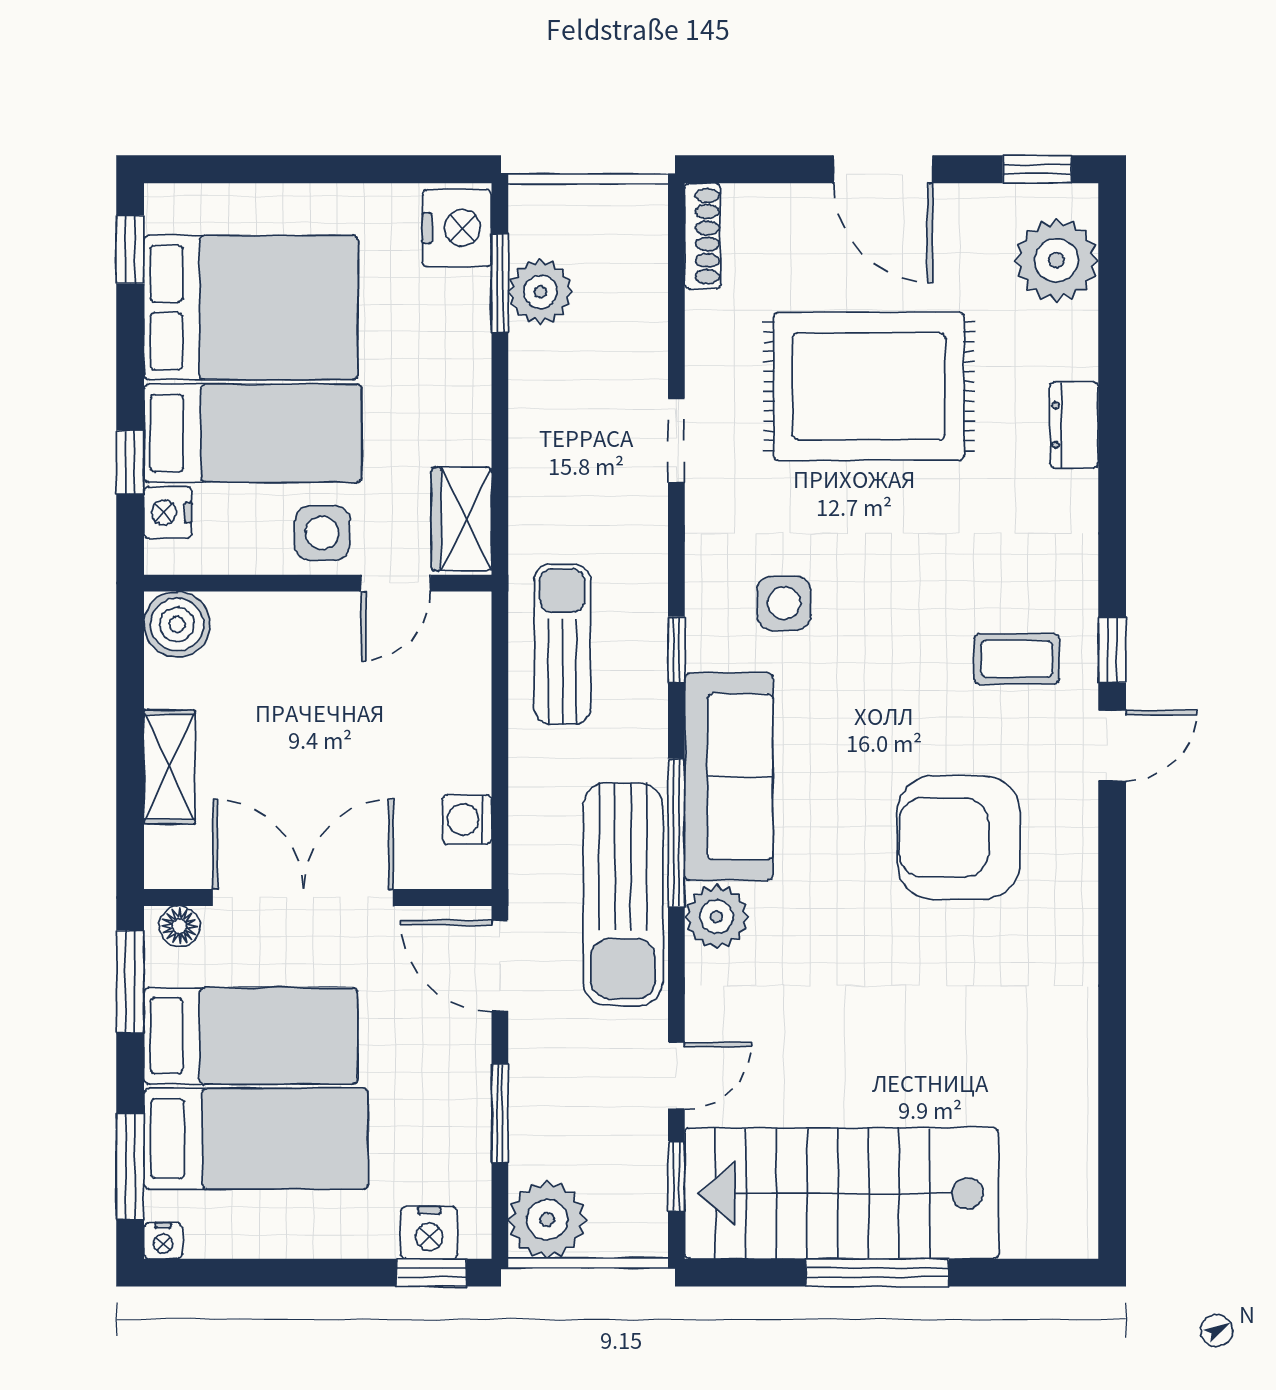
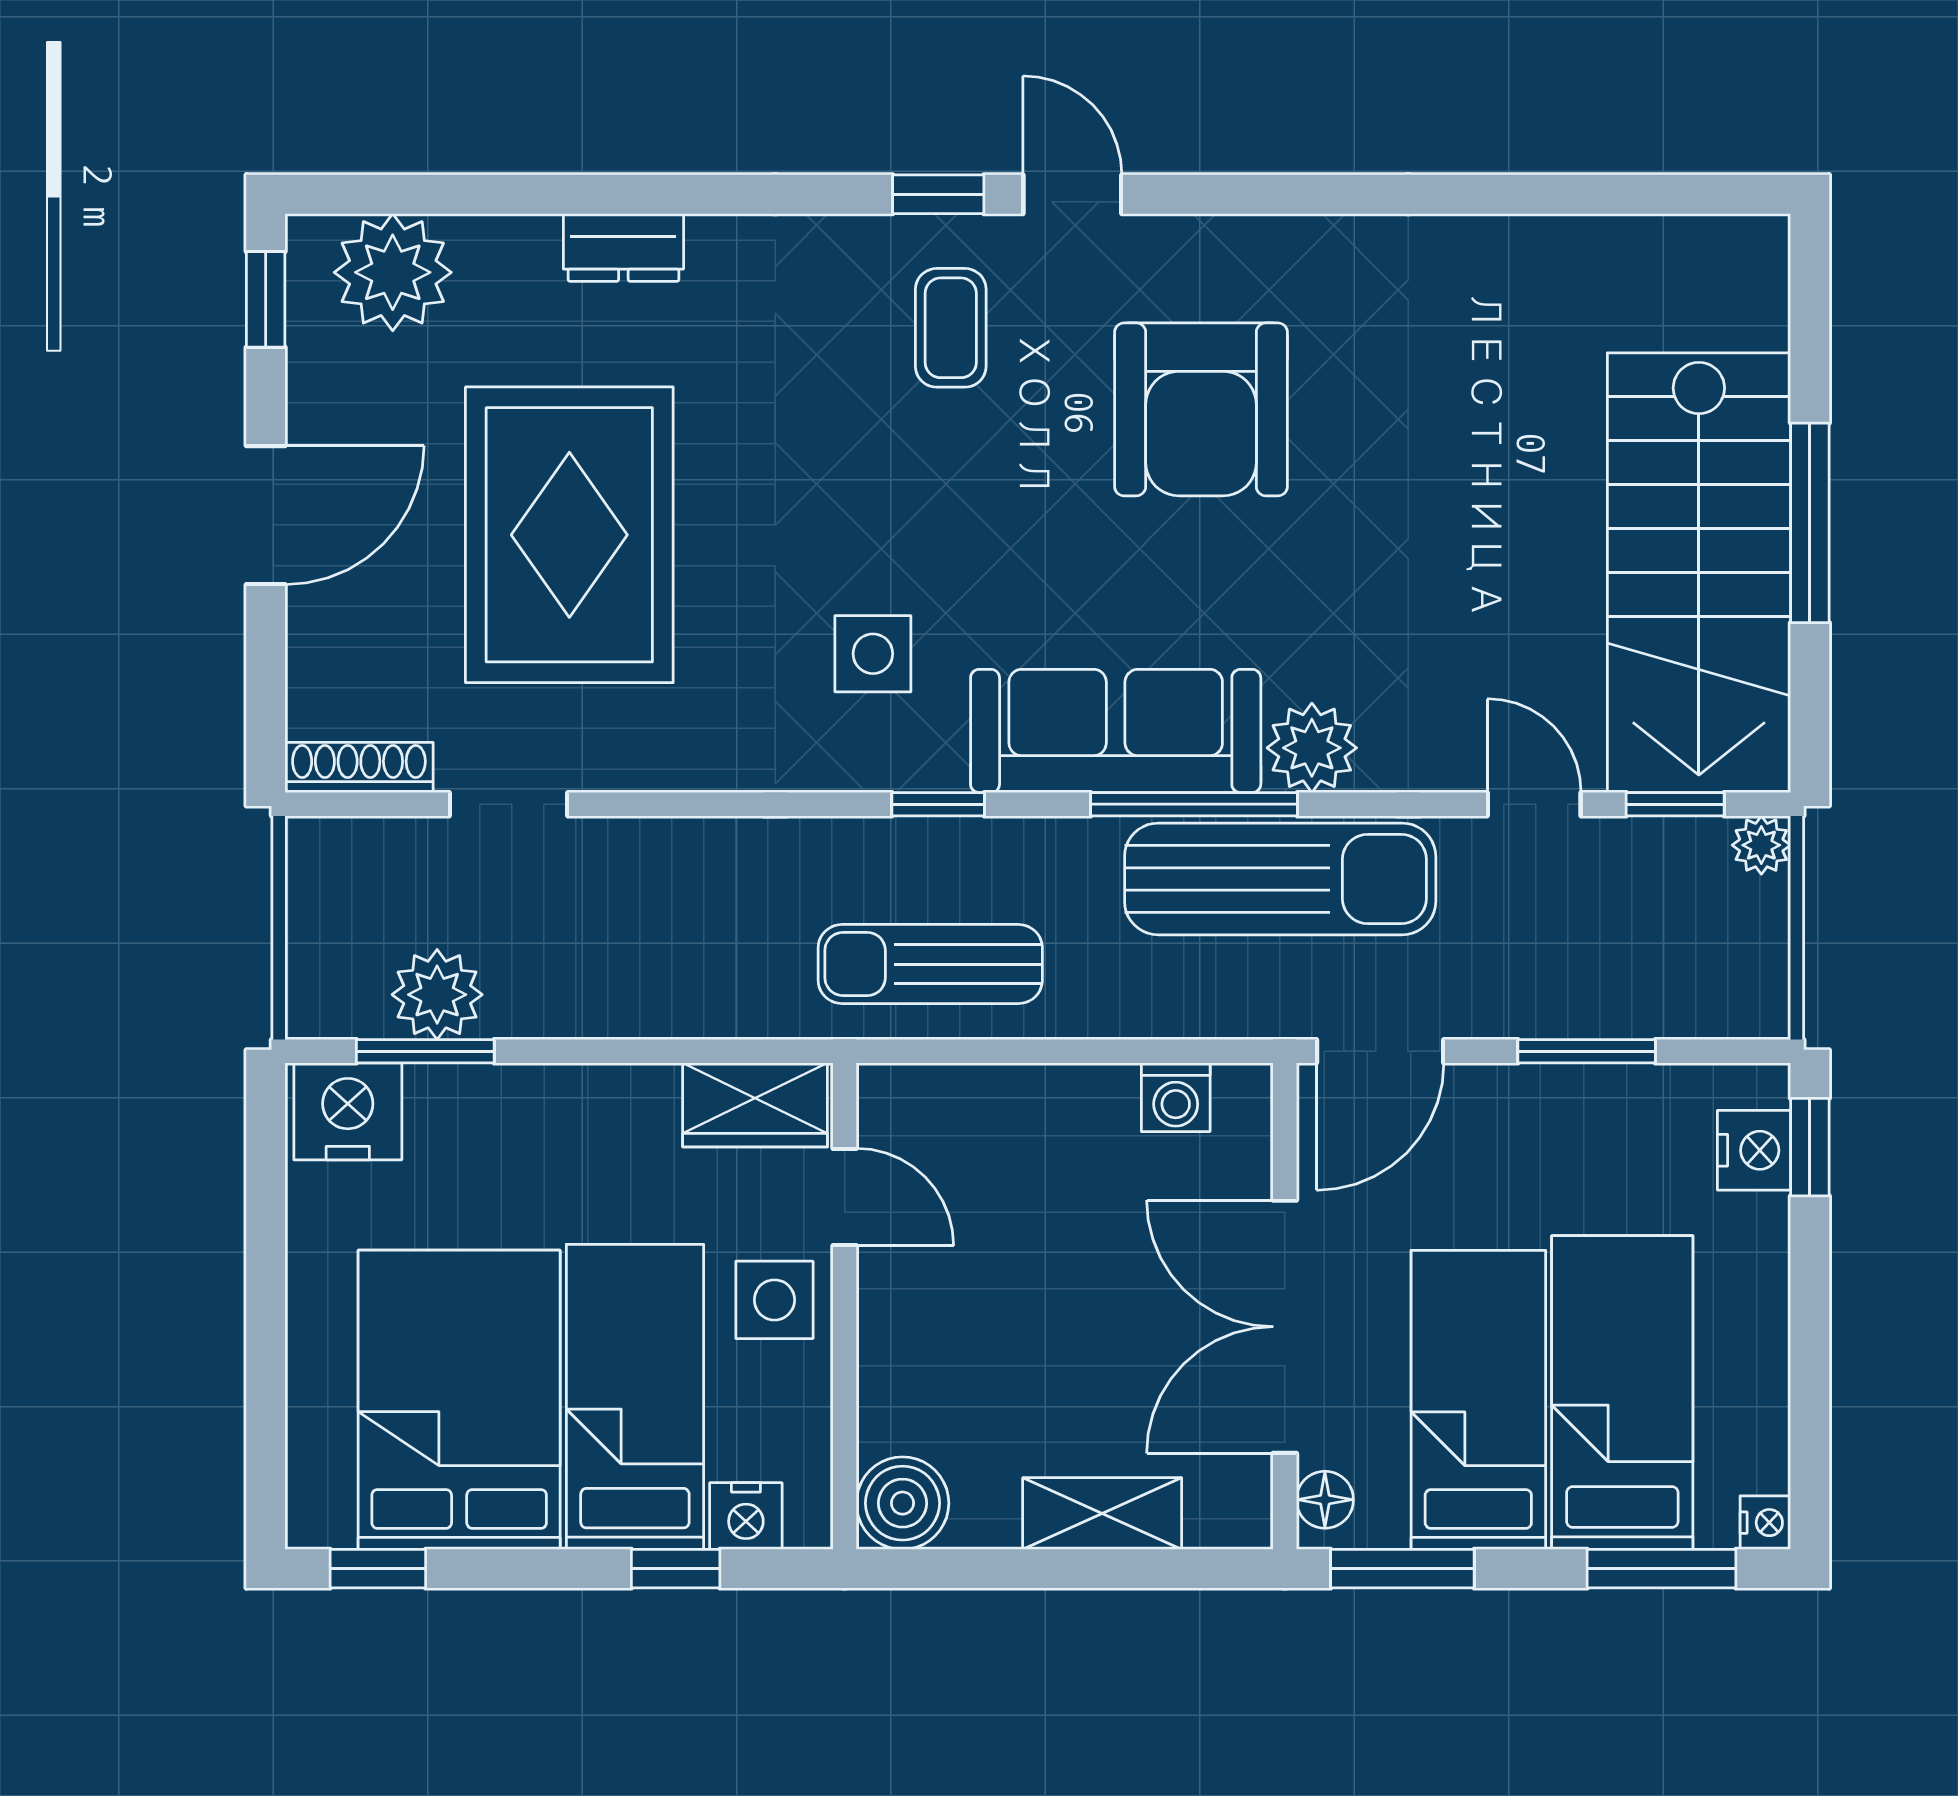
doorway: (676, 441) -> (508, 804), moved
plant: (547, 1220) -> (1761, 845), moved, width x0.53, depth x0.53

